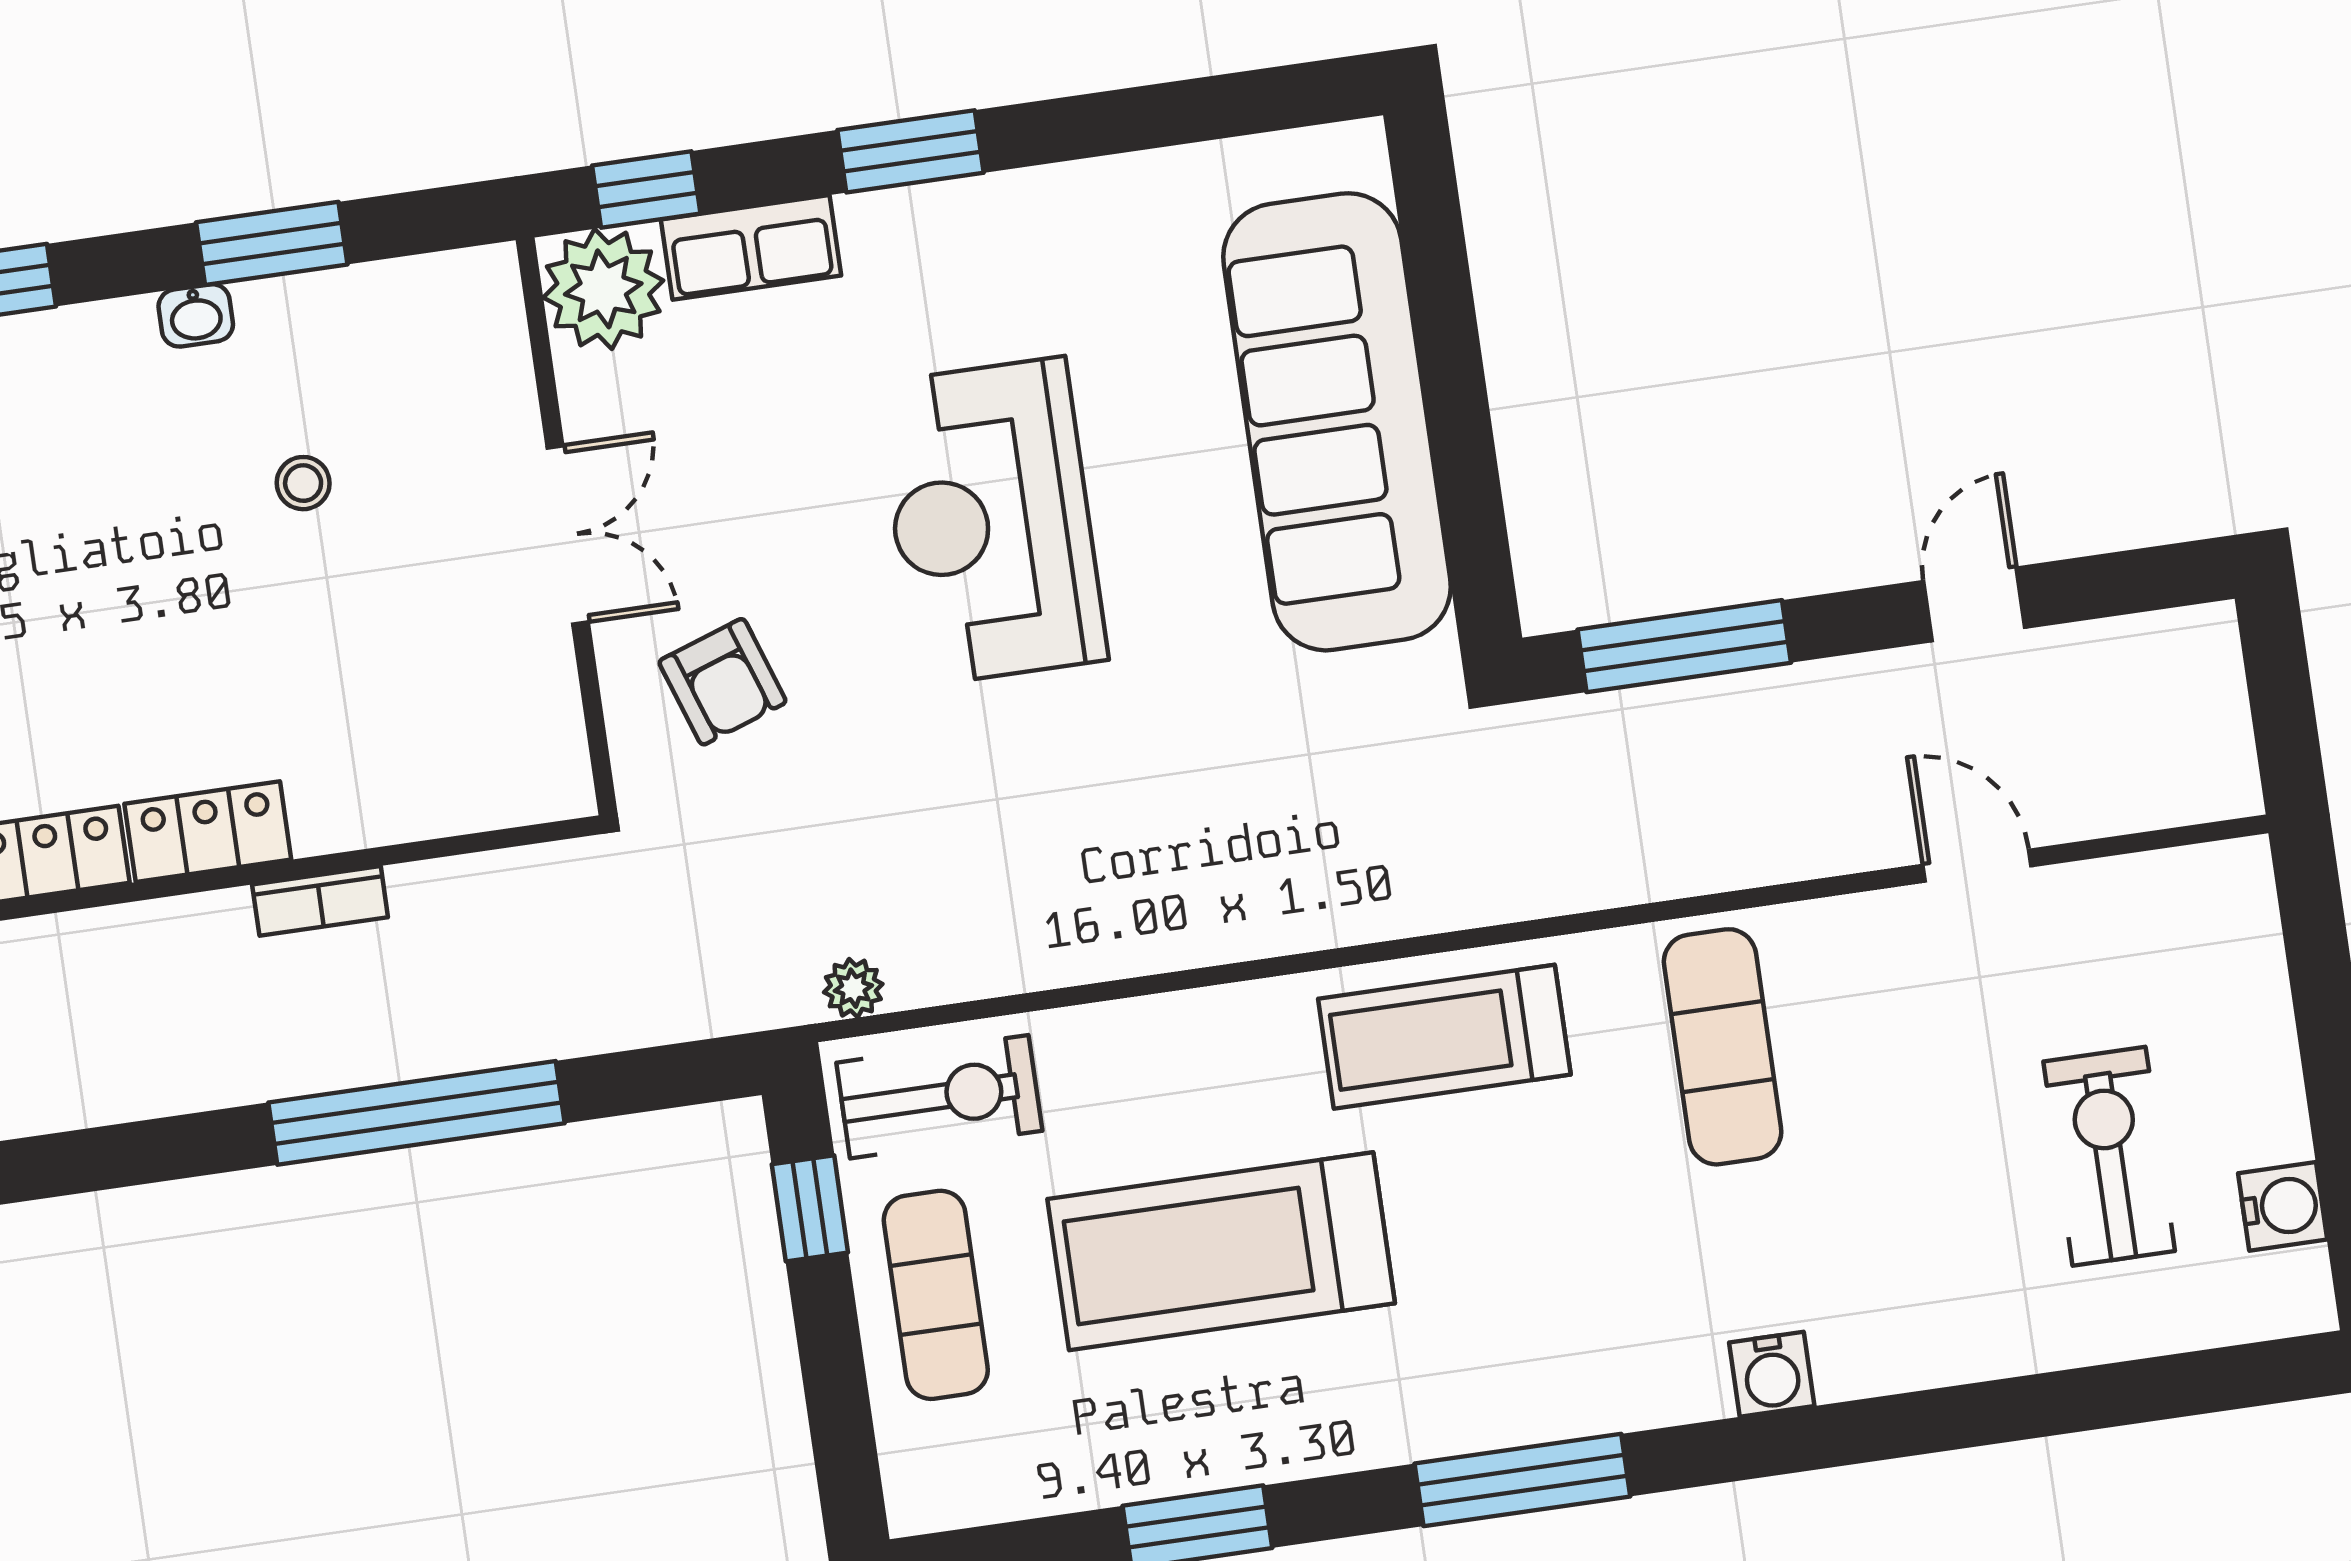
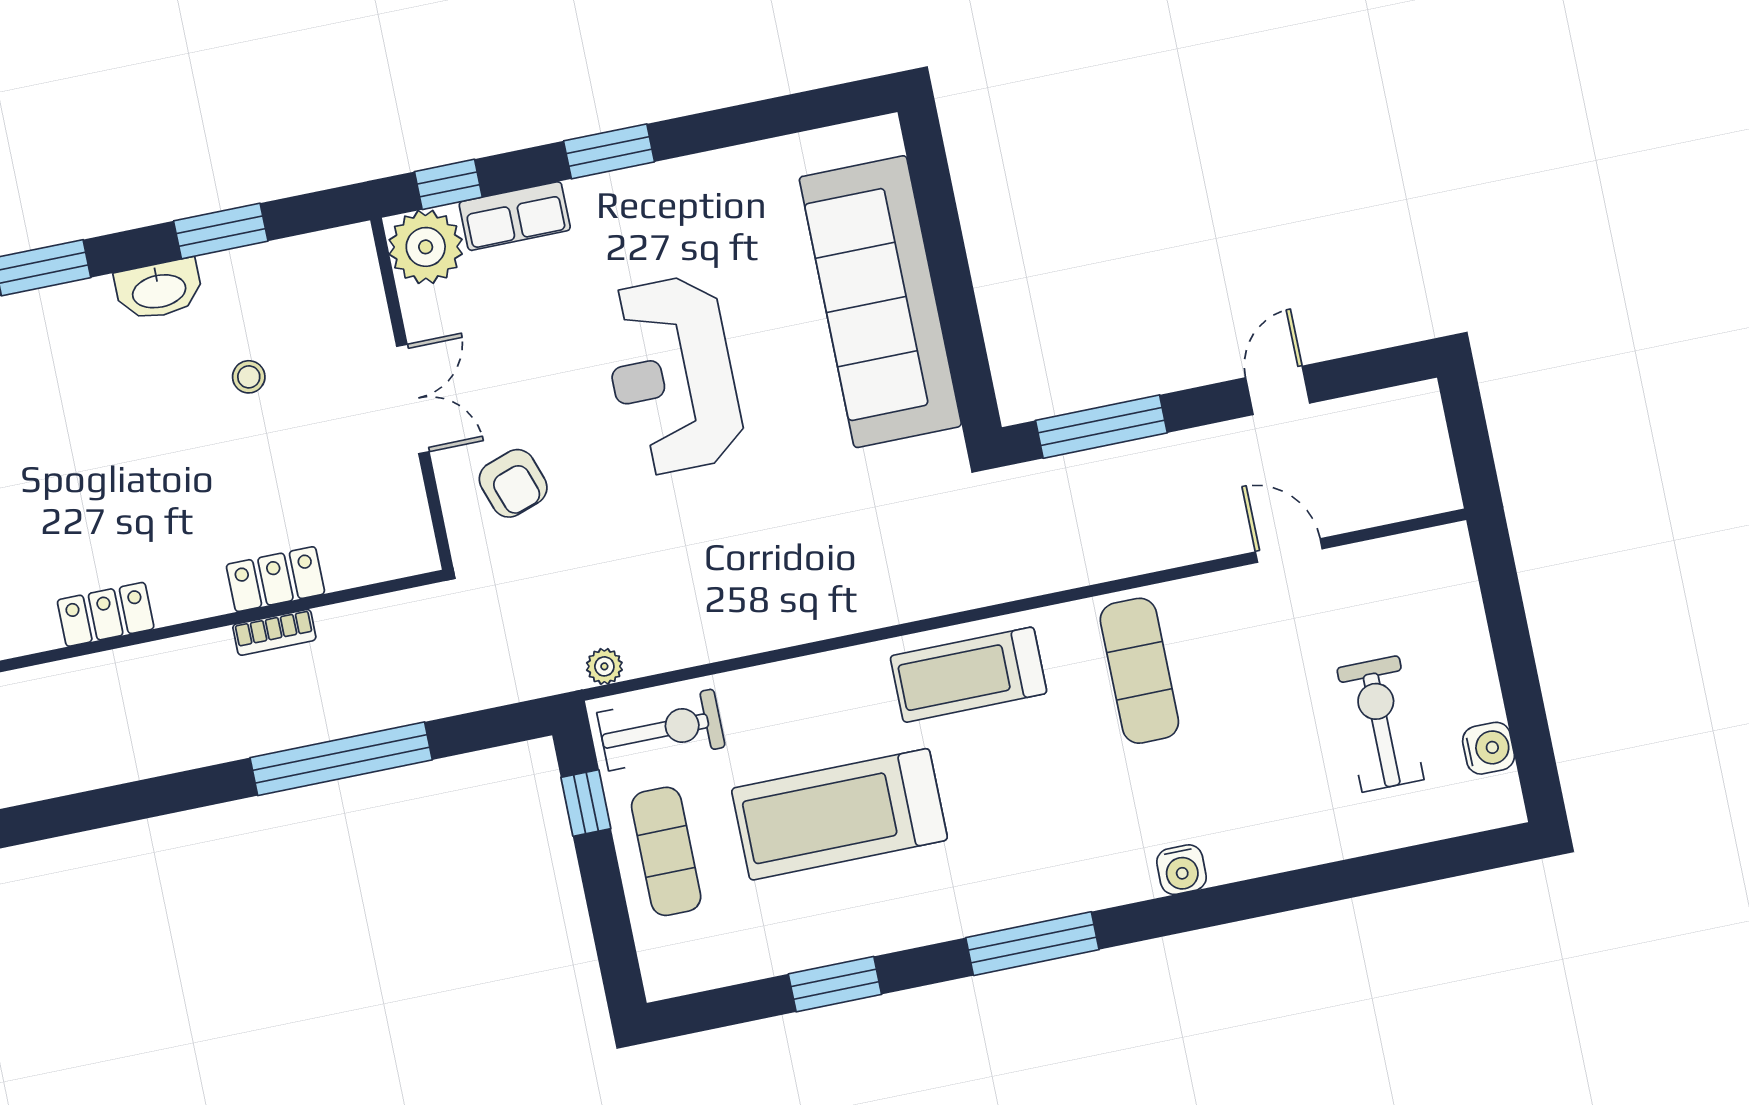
washbasin: (196, 315) -> (159, 290), width x1.91, depth x1.45
locker: (208, 832) -> (275, 579), moved

